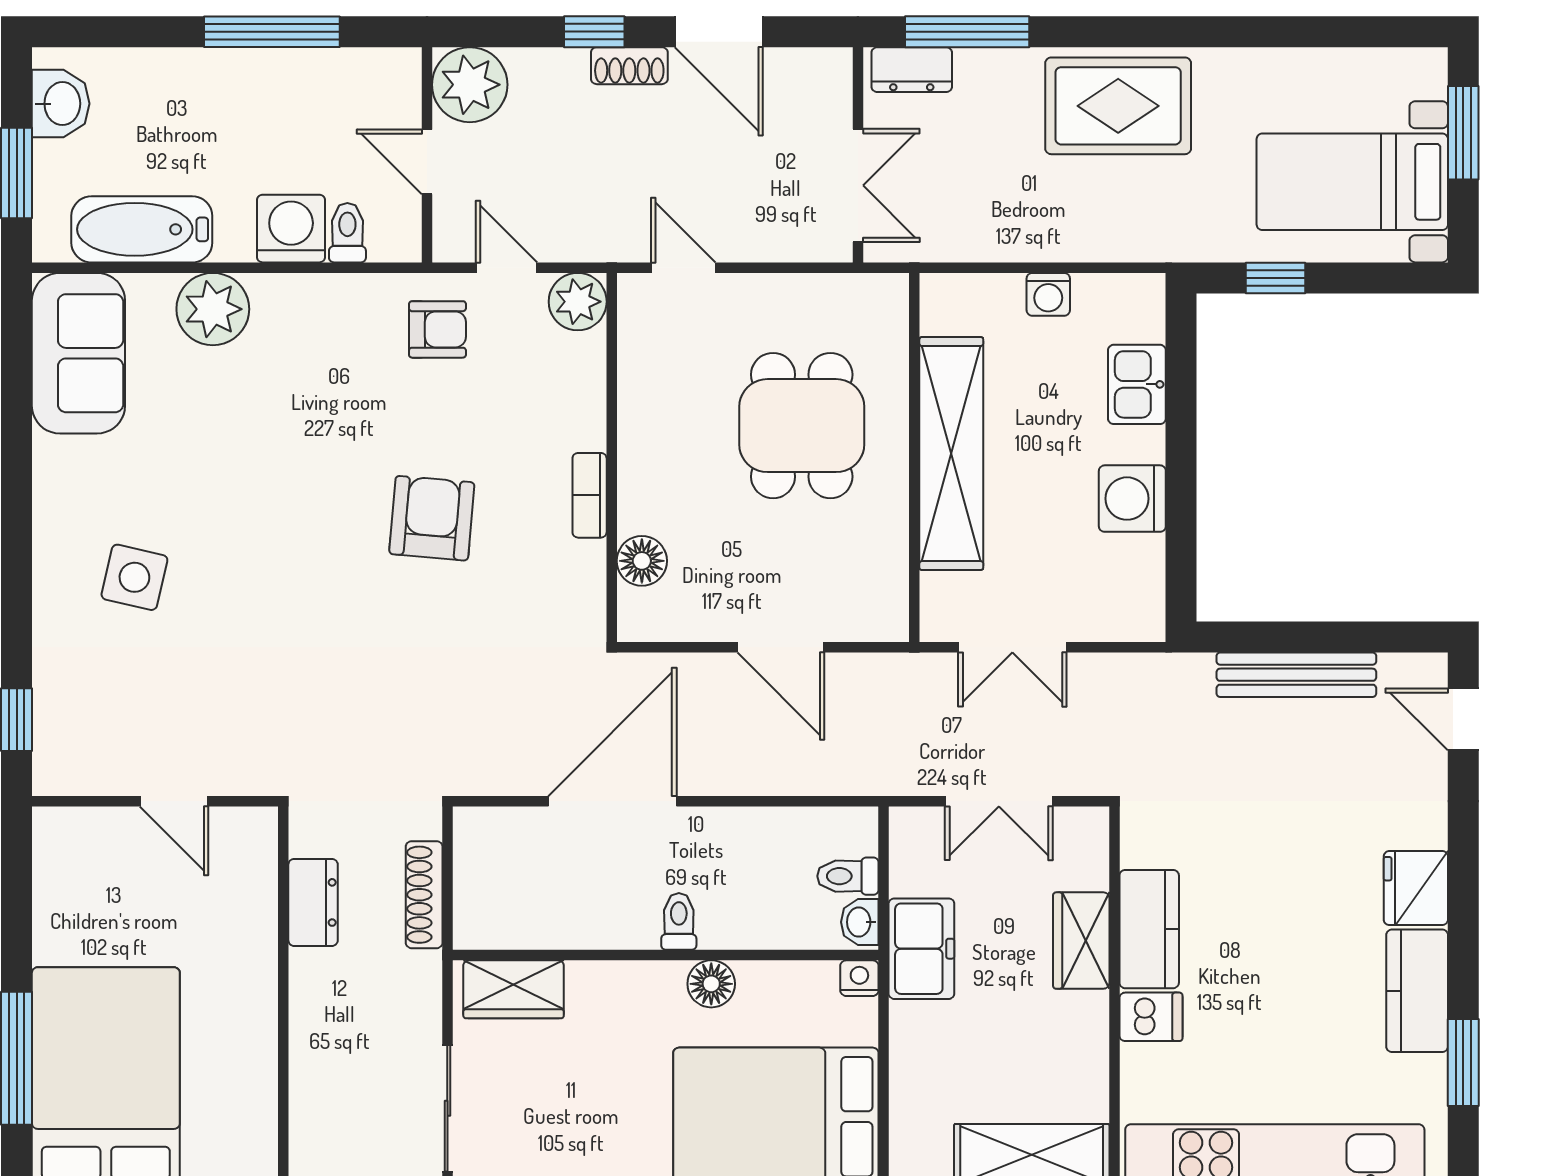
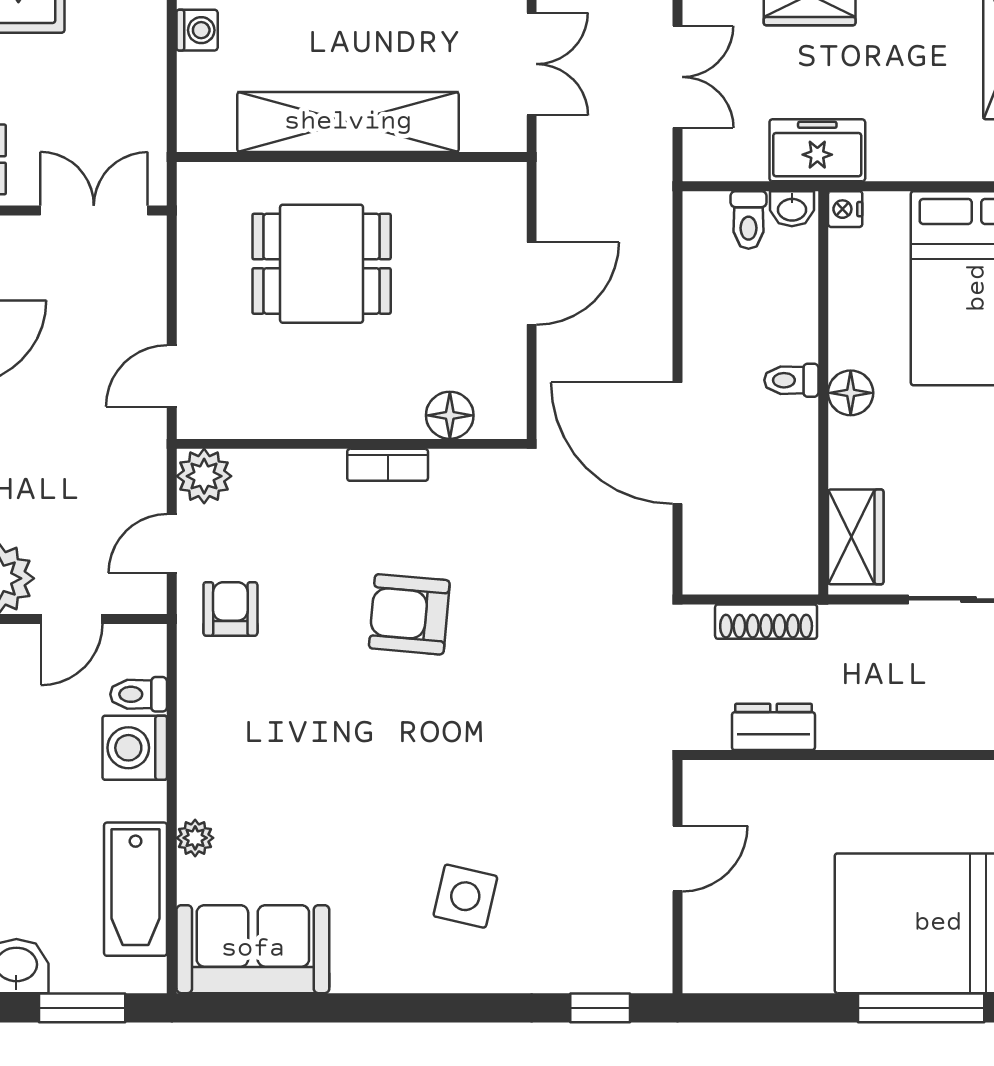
plant: (213, 309) -> (195, 838), width x0.53, depth x0.53
floor lamp: (711, 984) -> (851, 393), moved

